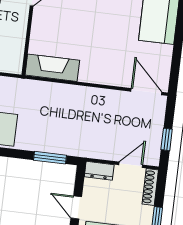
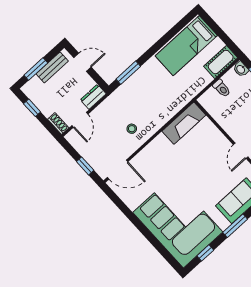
stool: (98, 111) -> (132, 129), added
window: (167, 139) -> (85, 166), moved
shoe rack: (150, 187) -> (58, 124), width x0.70

